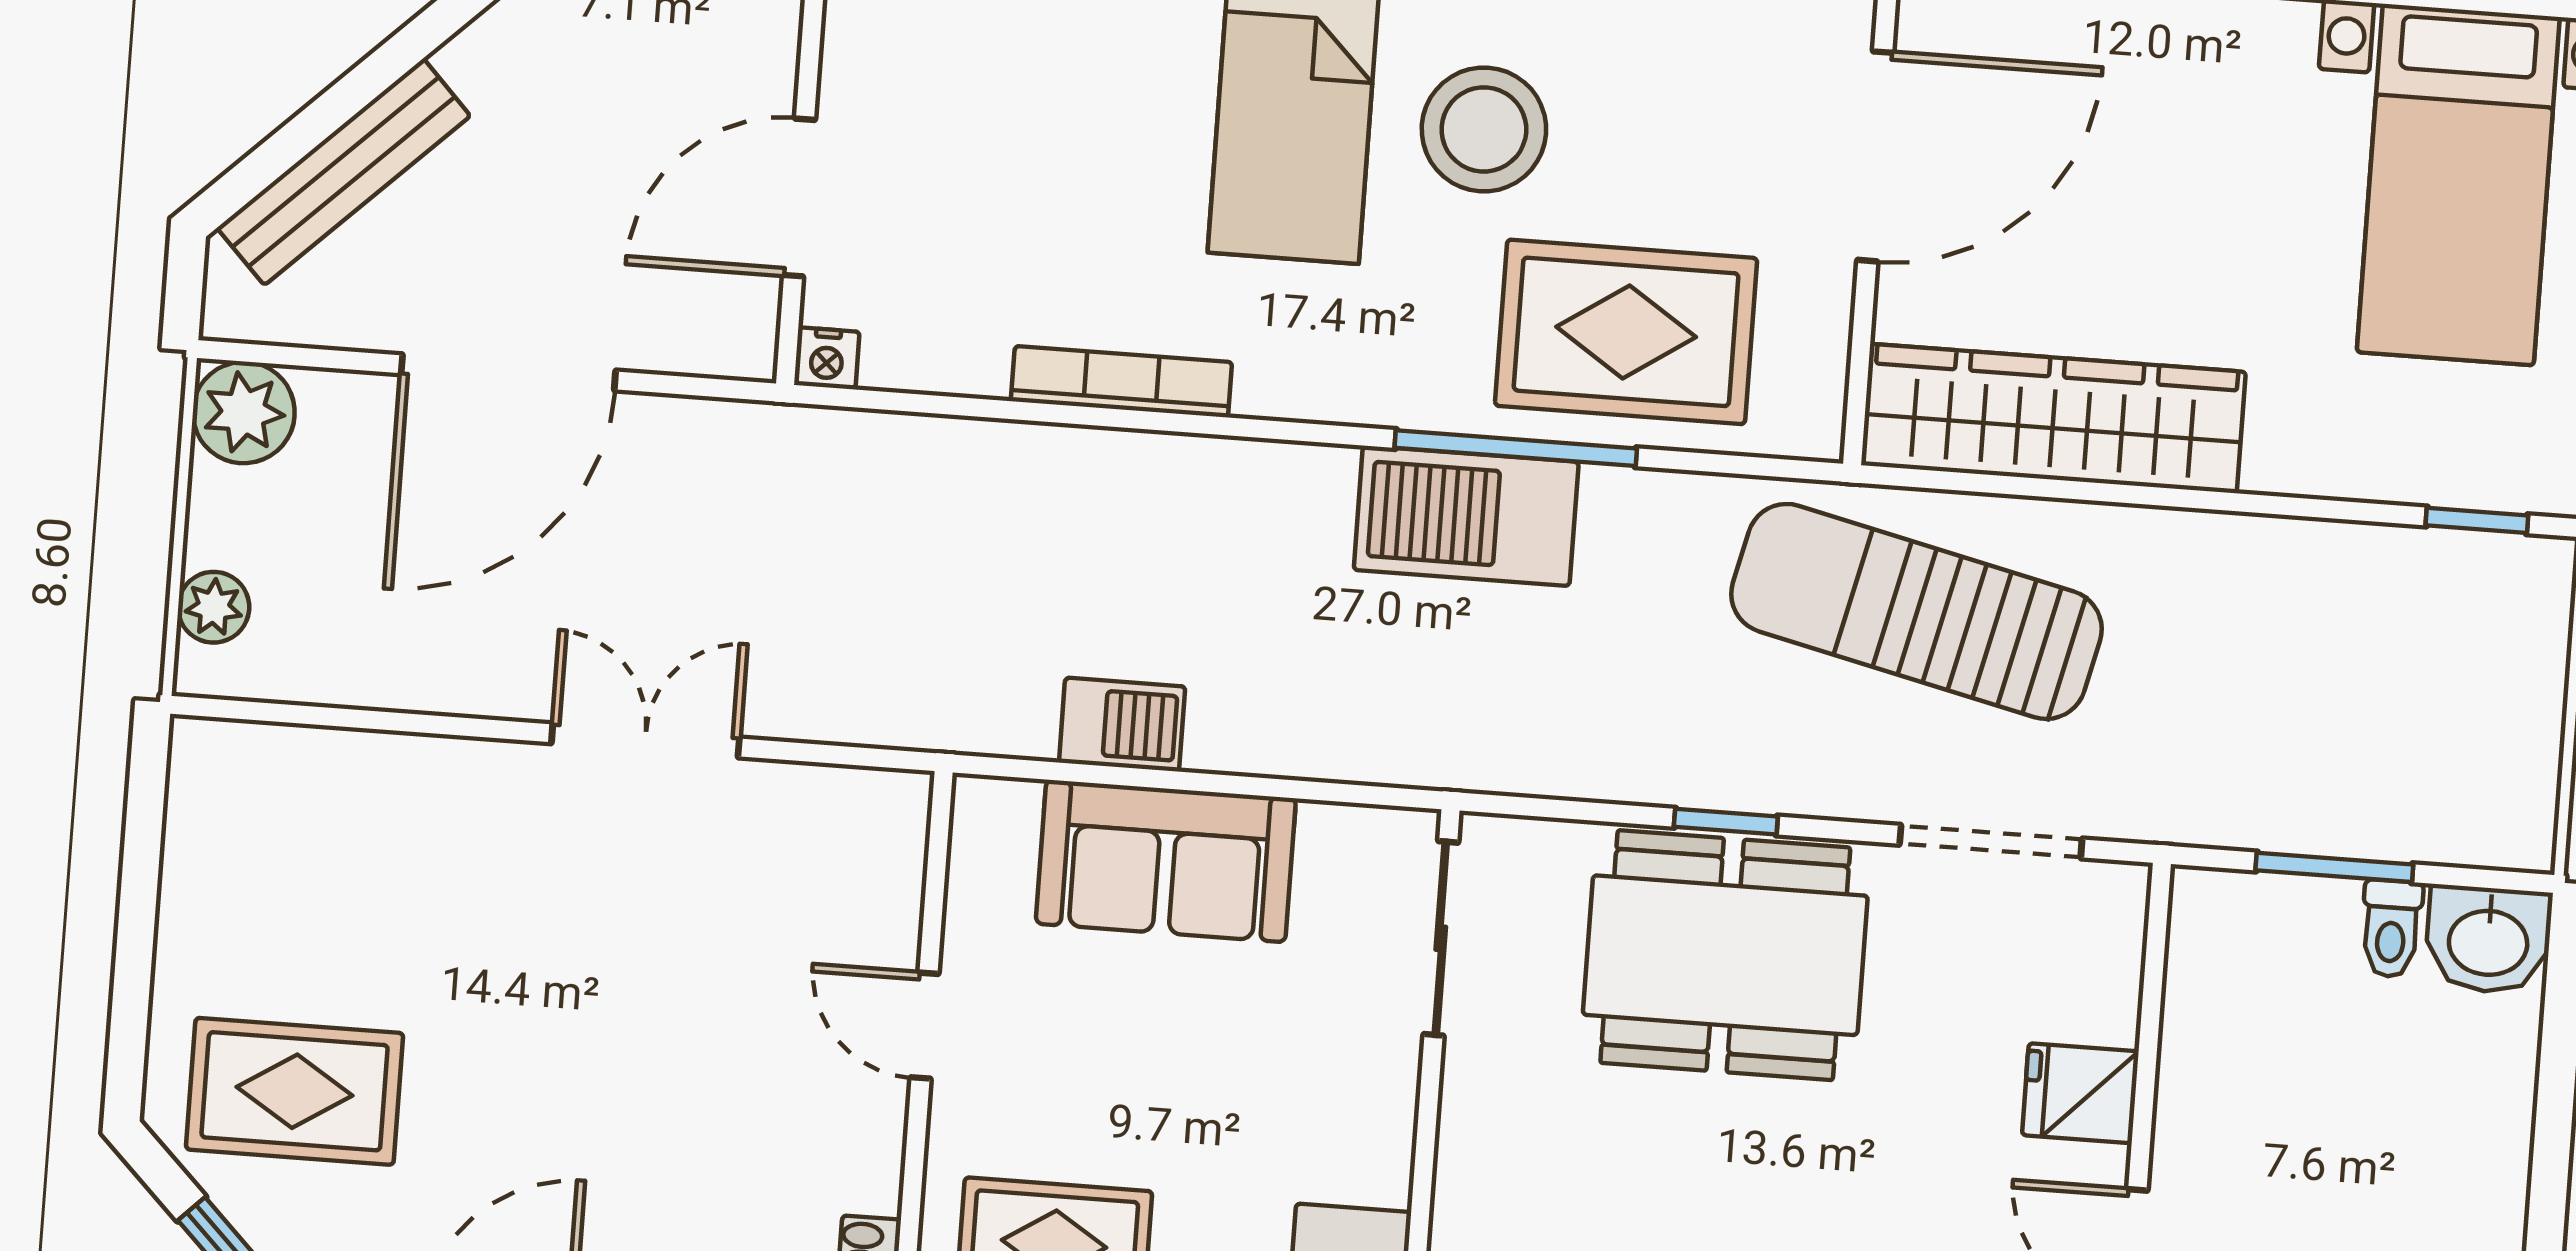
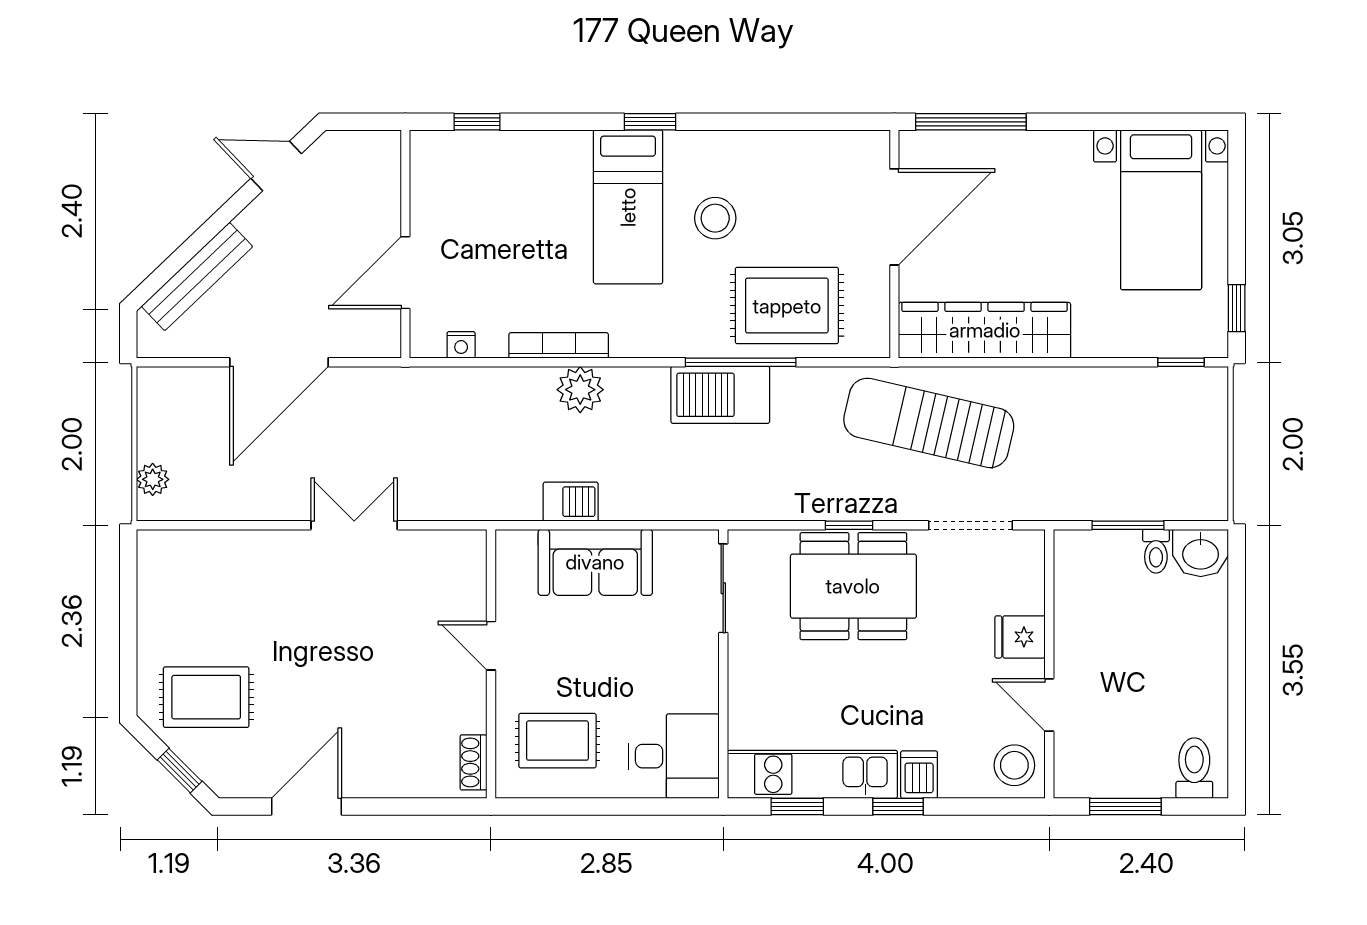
stool: (1484, 129) -> (715, 218), width x0.73, depth x0.73
nightstand: (827, 358) -> (461, 345), moved
plant: (244, 413) -> (580, 390), moved

